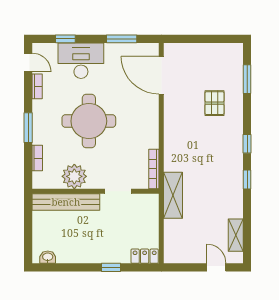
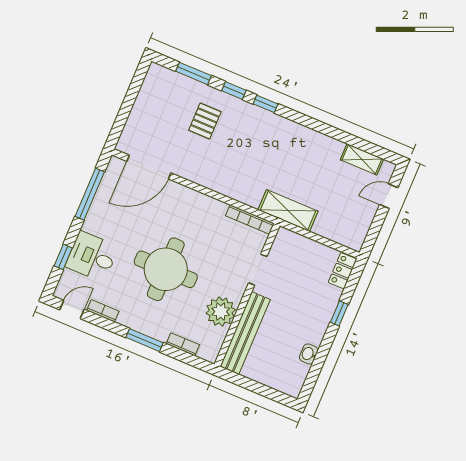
window: (122, 39) -> (90, 194), width x1.44
desk: (81, 61) -> (92, 257), width x0.73
pallet: (215, 103) -> (205, 121), turned 90
window: (247, 179) -> (234, 91), moved
washbasin: (48, 257) -> (309, 354), moved

